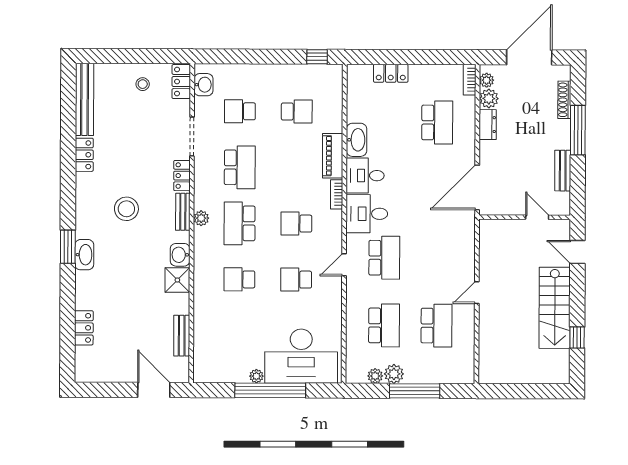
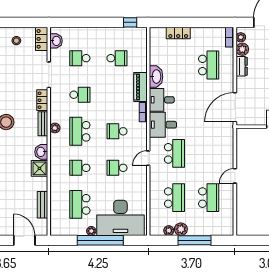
school desk: (240, 167) -> (80, 95), width x0.54
school desk: (239, 335) -> (80, 204), added

